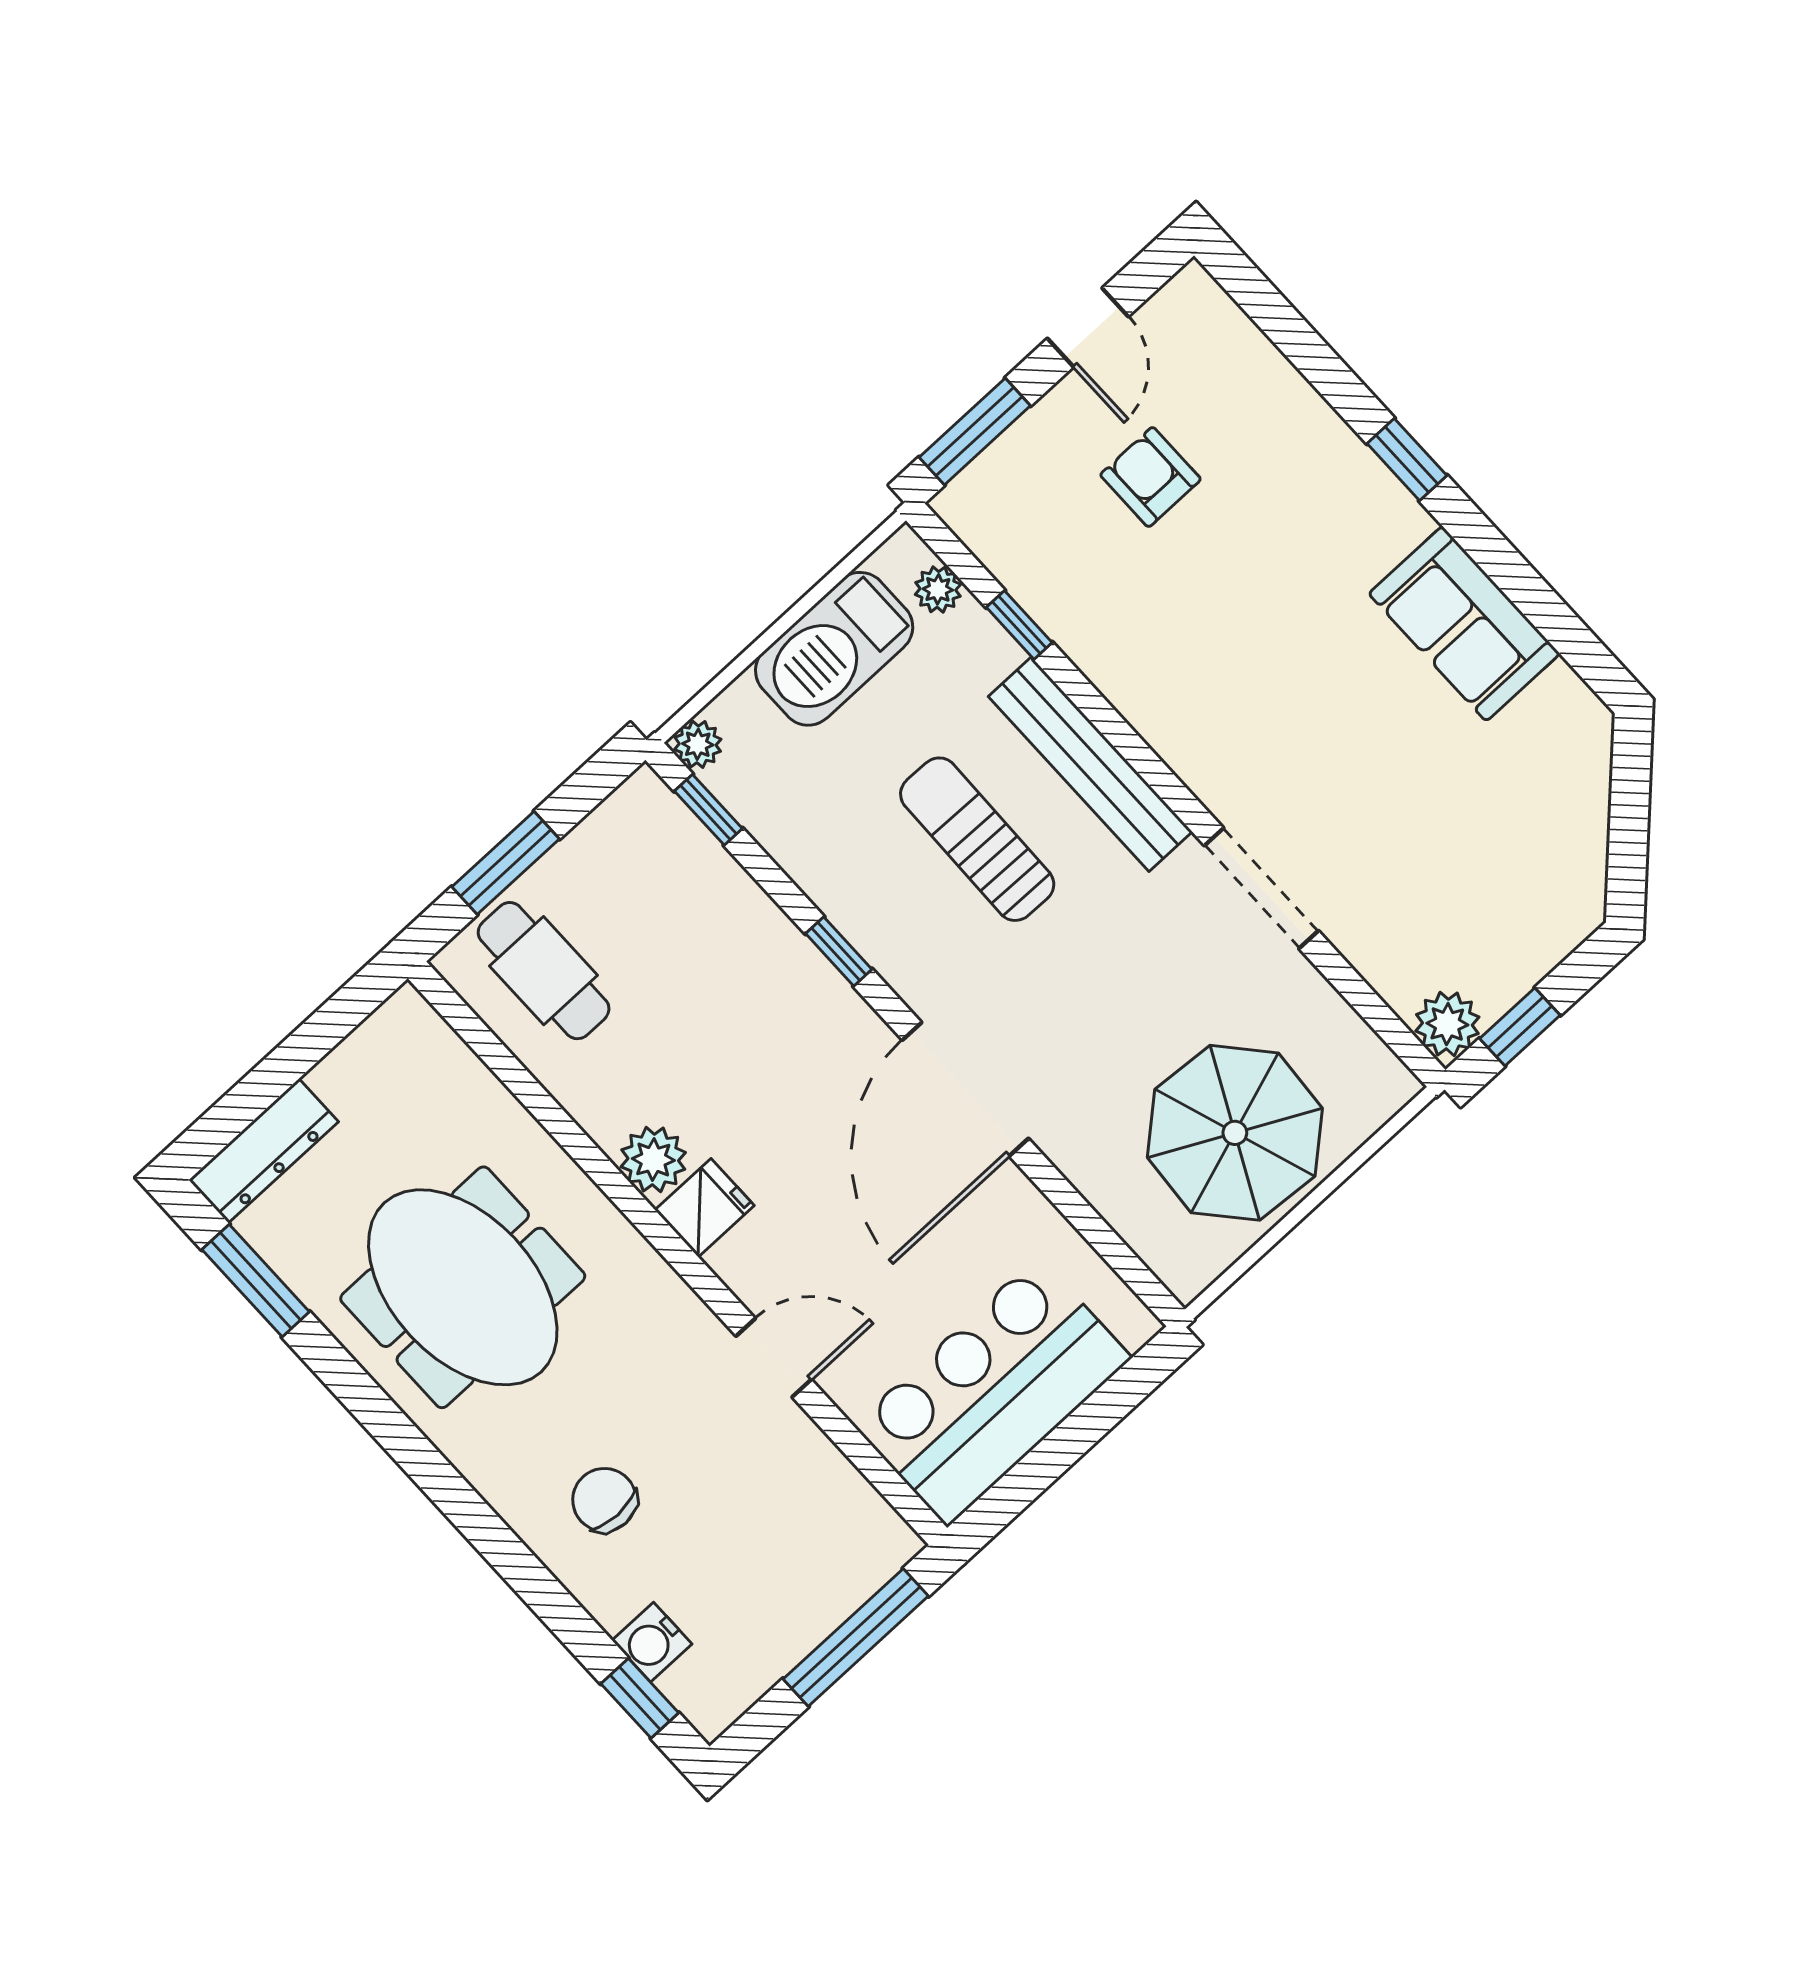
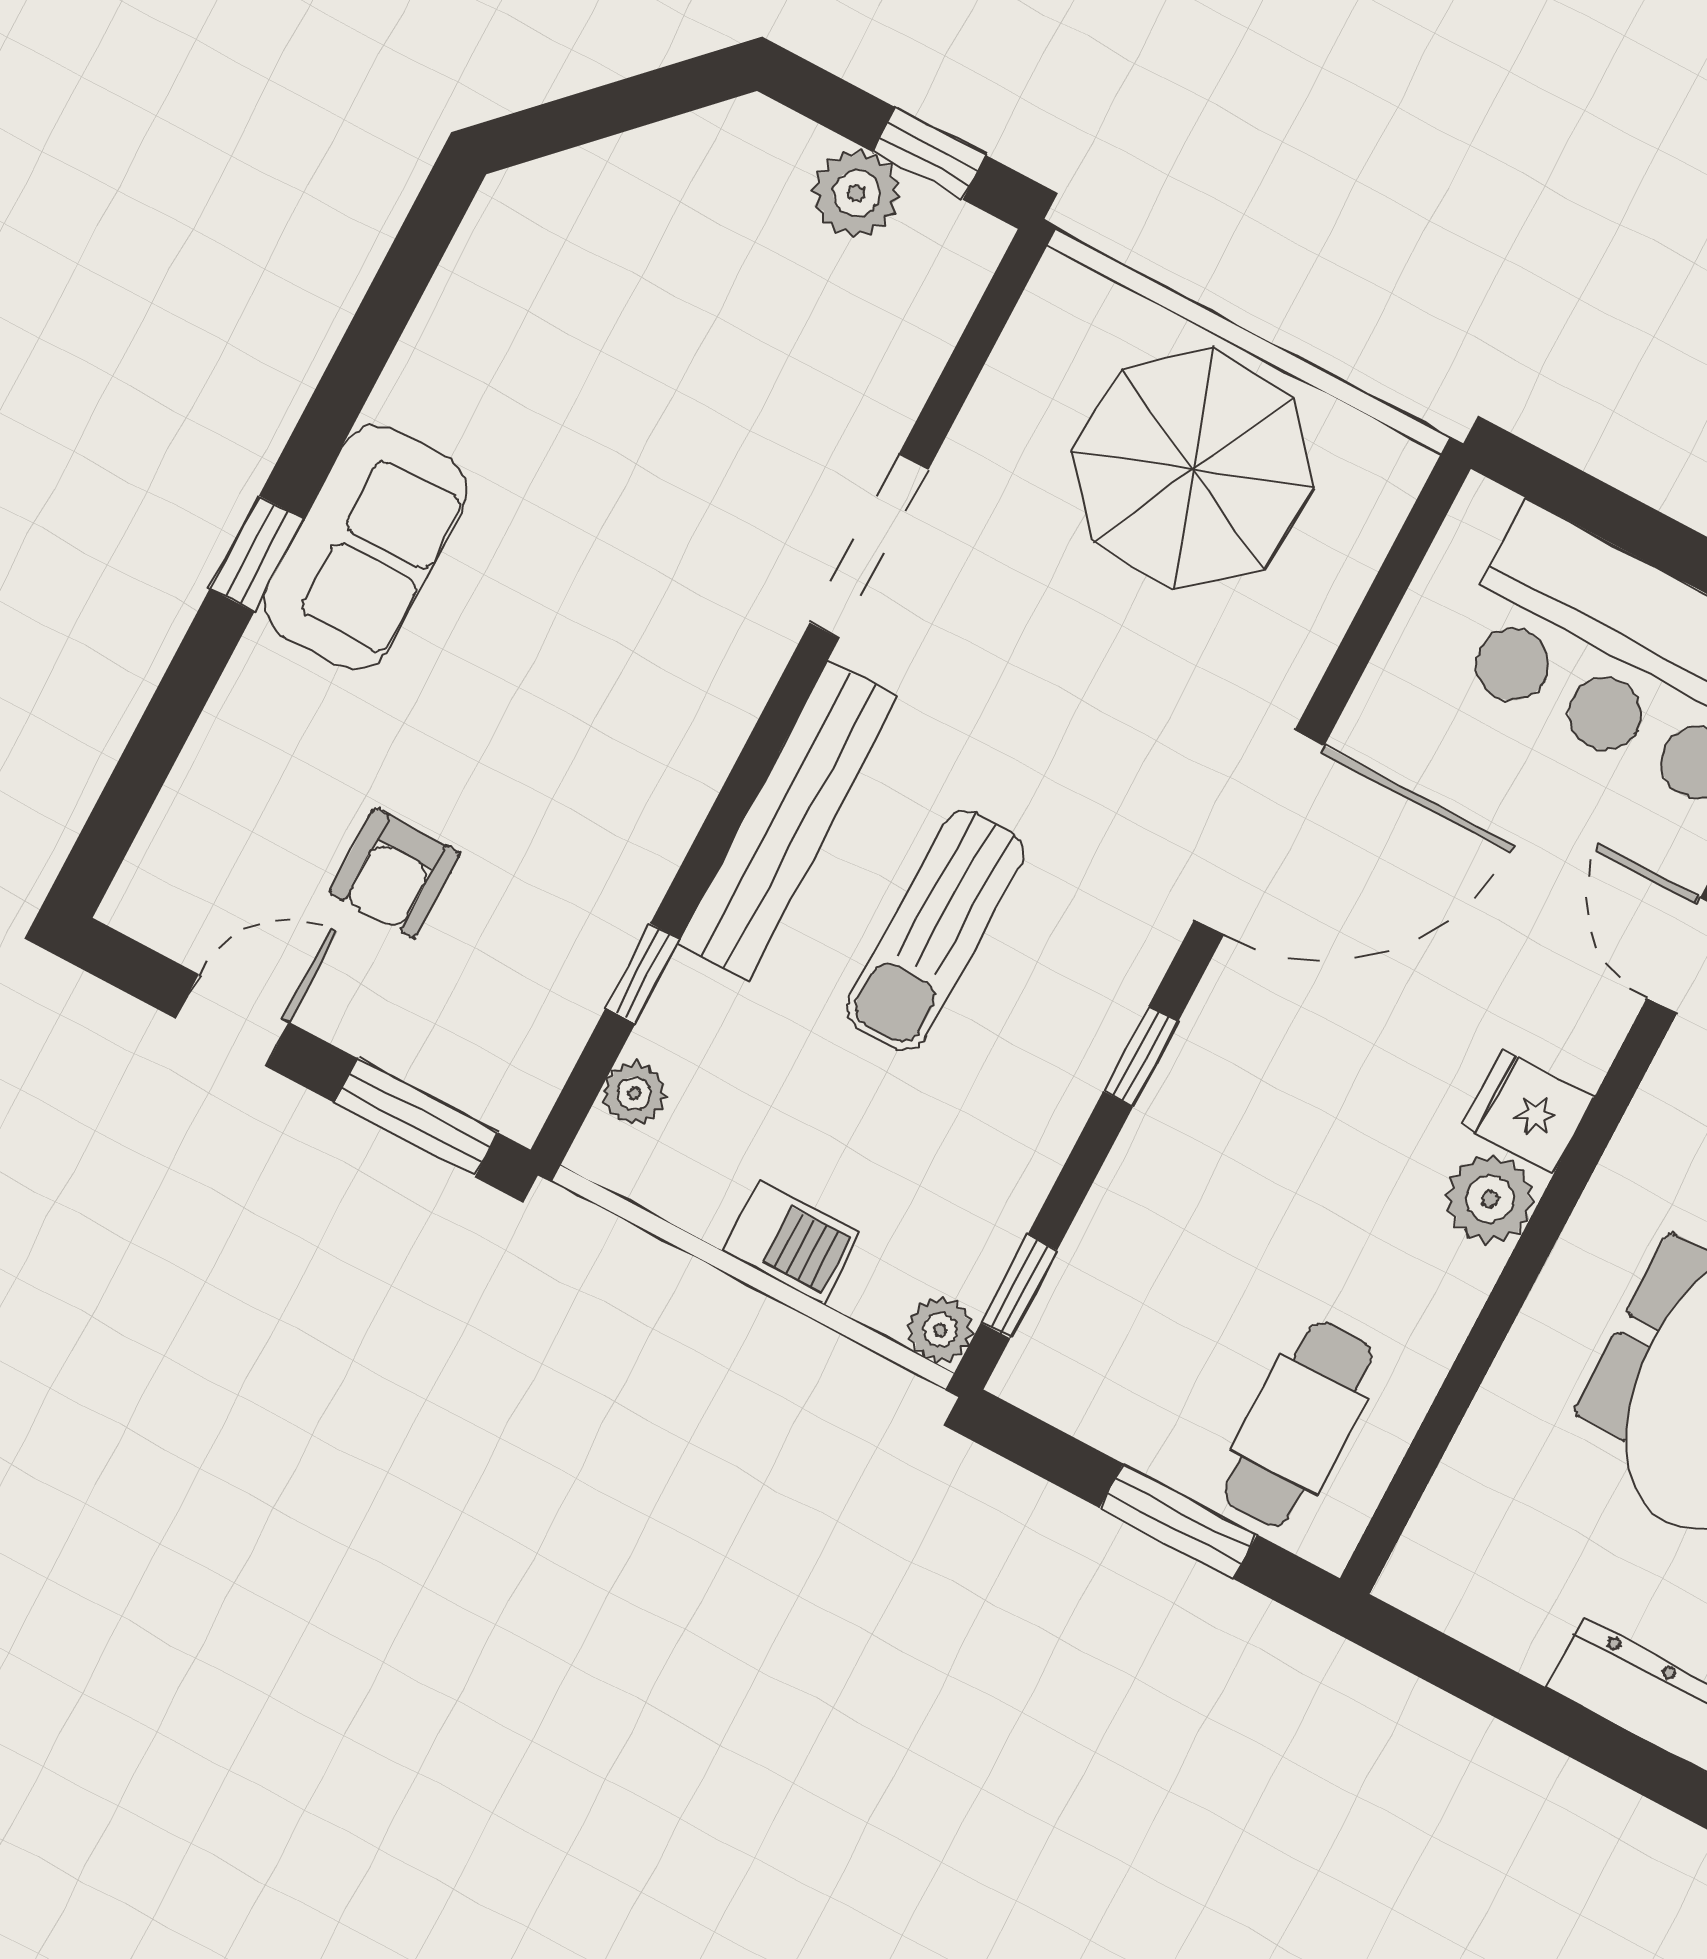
sofa: (1464, 624) -> (366, 548), moved
barbecue: (834, 649) -> (791, 1242), width x0.53, depth x0.65
plant: (1447, 1024) -> (856, 193), moved

